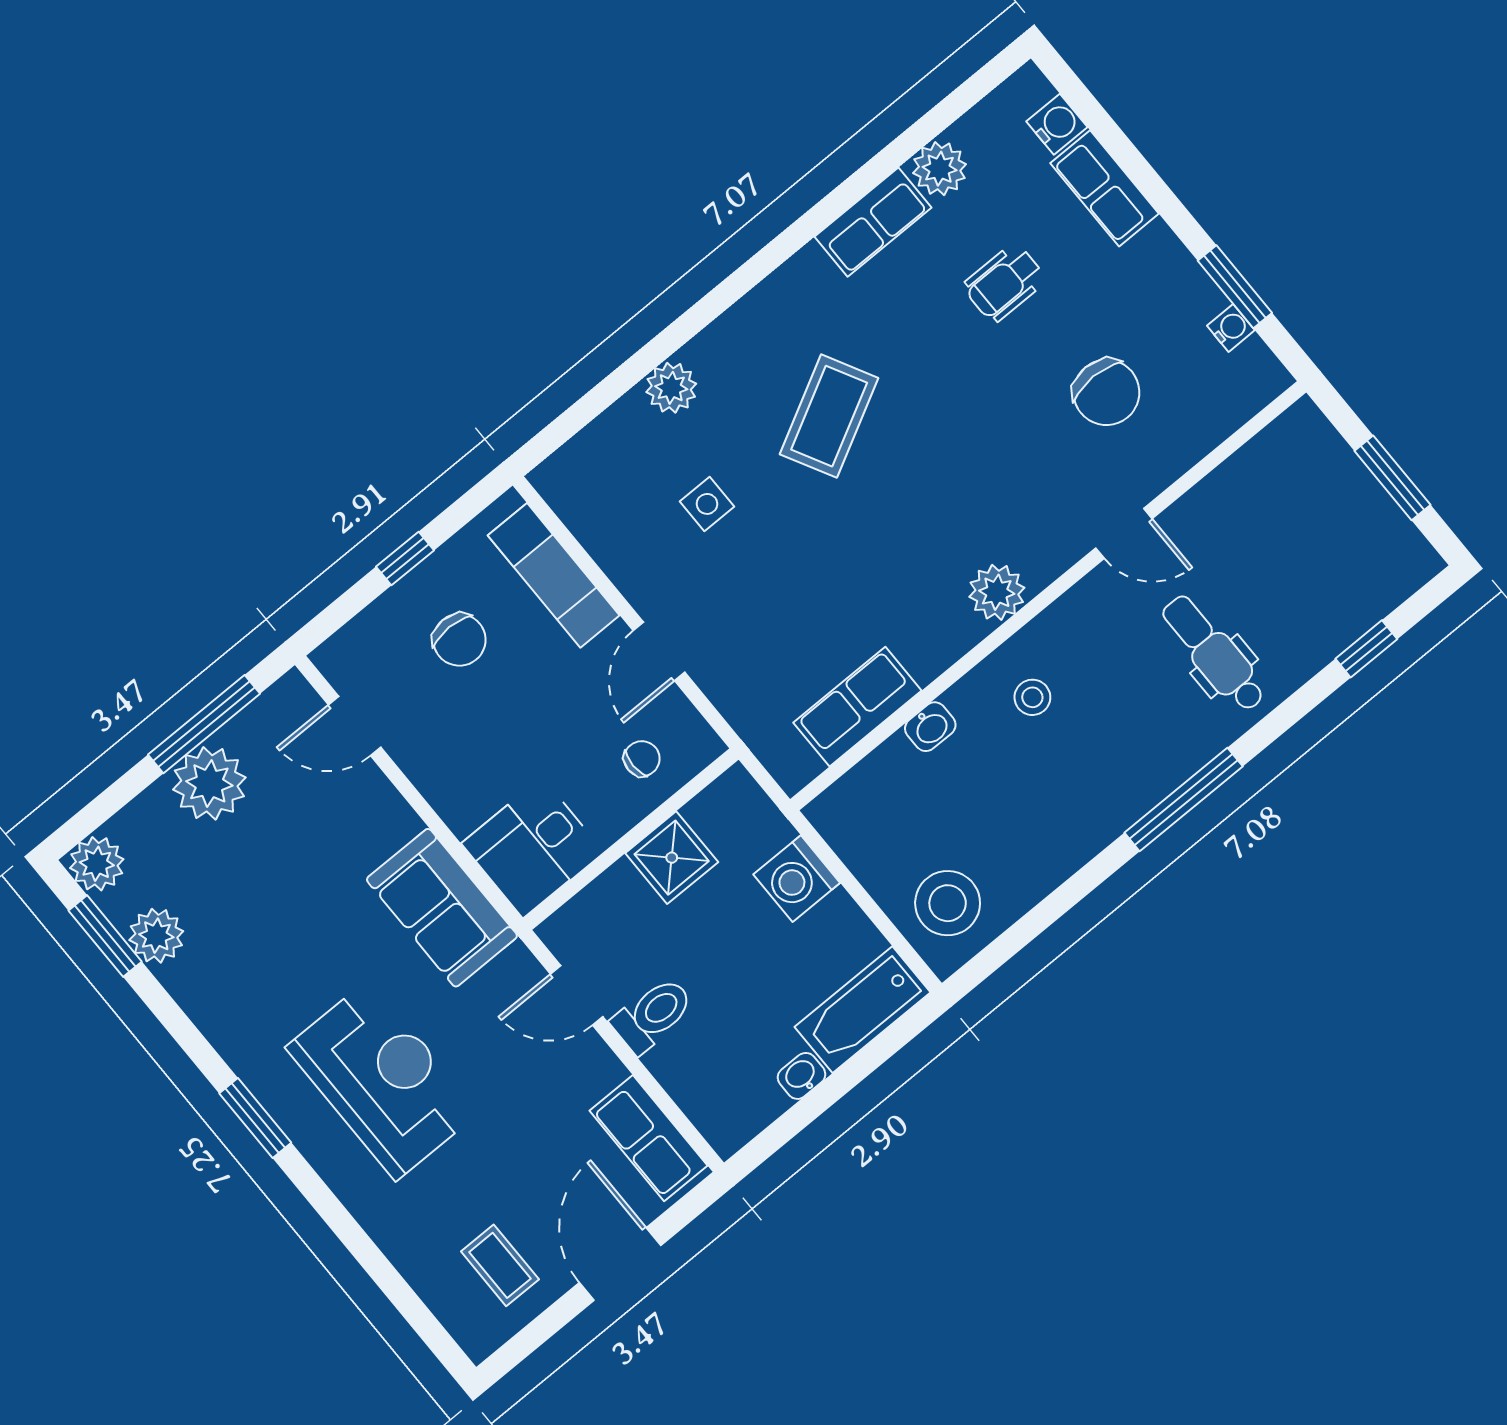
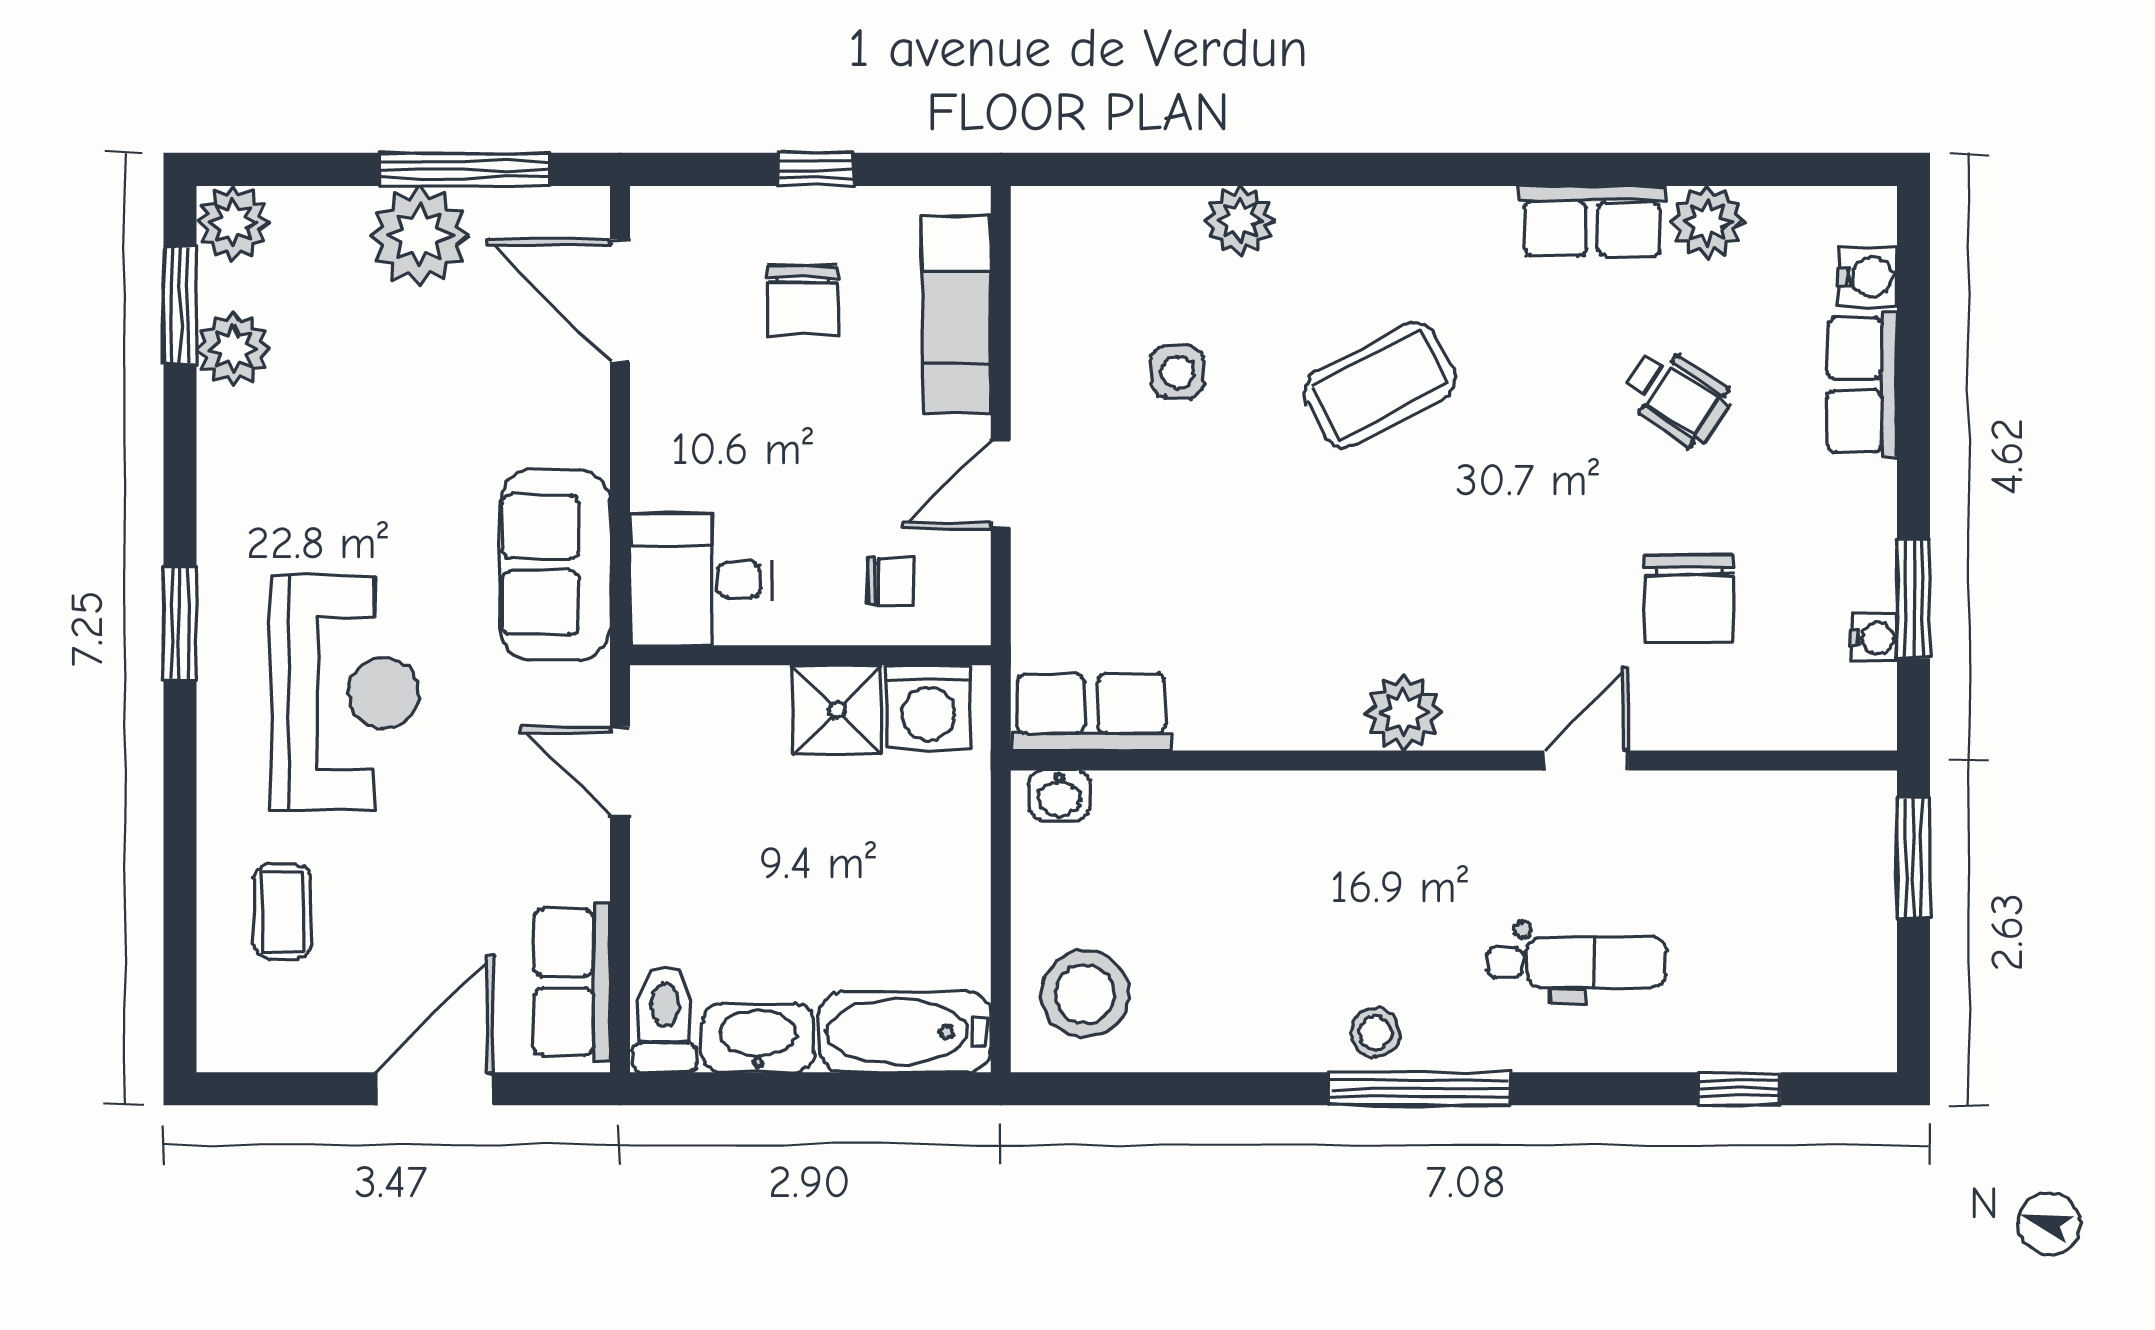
wheelchair: (1004, 283) -> (1677, 397), turned -146
window: (1392, 478) -> (1914, 858), moved
door: (1124, 533) -> (1586, 760), swing flipped
dental chair: (1214, 654) -> (1577, 963), turned 90
stool: (1032, 697) -> (1375, 1033), moved
row of seats: (857, 707) -> (1091, 712), moved
door: (355, 726) -> (620, 301), width x1.38
washbasin: (930, 727) -> (1059, 795), moved
washing machine: (797, 879) -> (929, 707), moved, turned -90
toilet: (653, 1015) -> (665, 1020), moved, turned -90
washbasin: (802, 1076) -> (758, 1038), width x1.91, depth x1.45
coffee table: (500, 1265) -> (283, 911), moved

